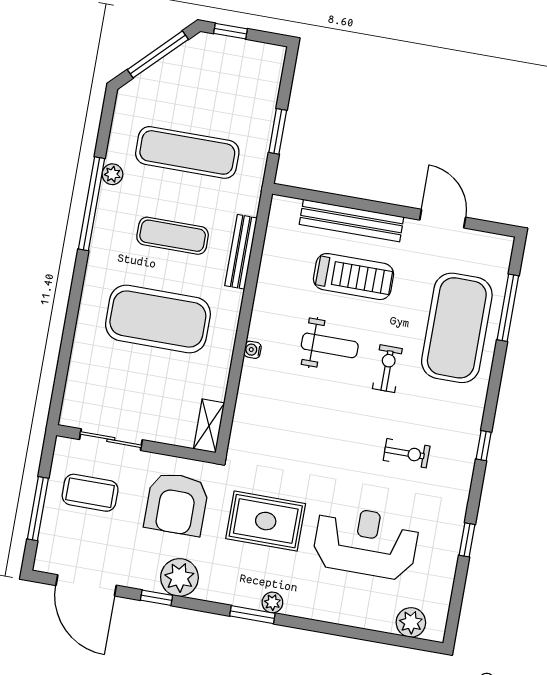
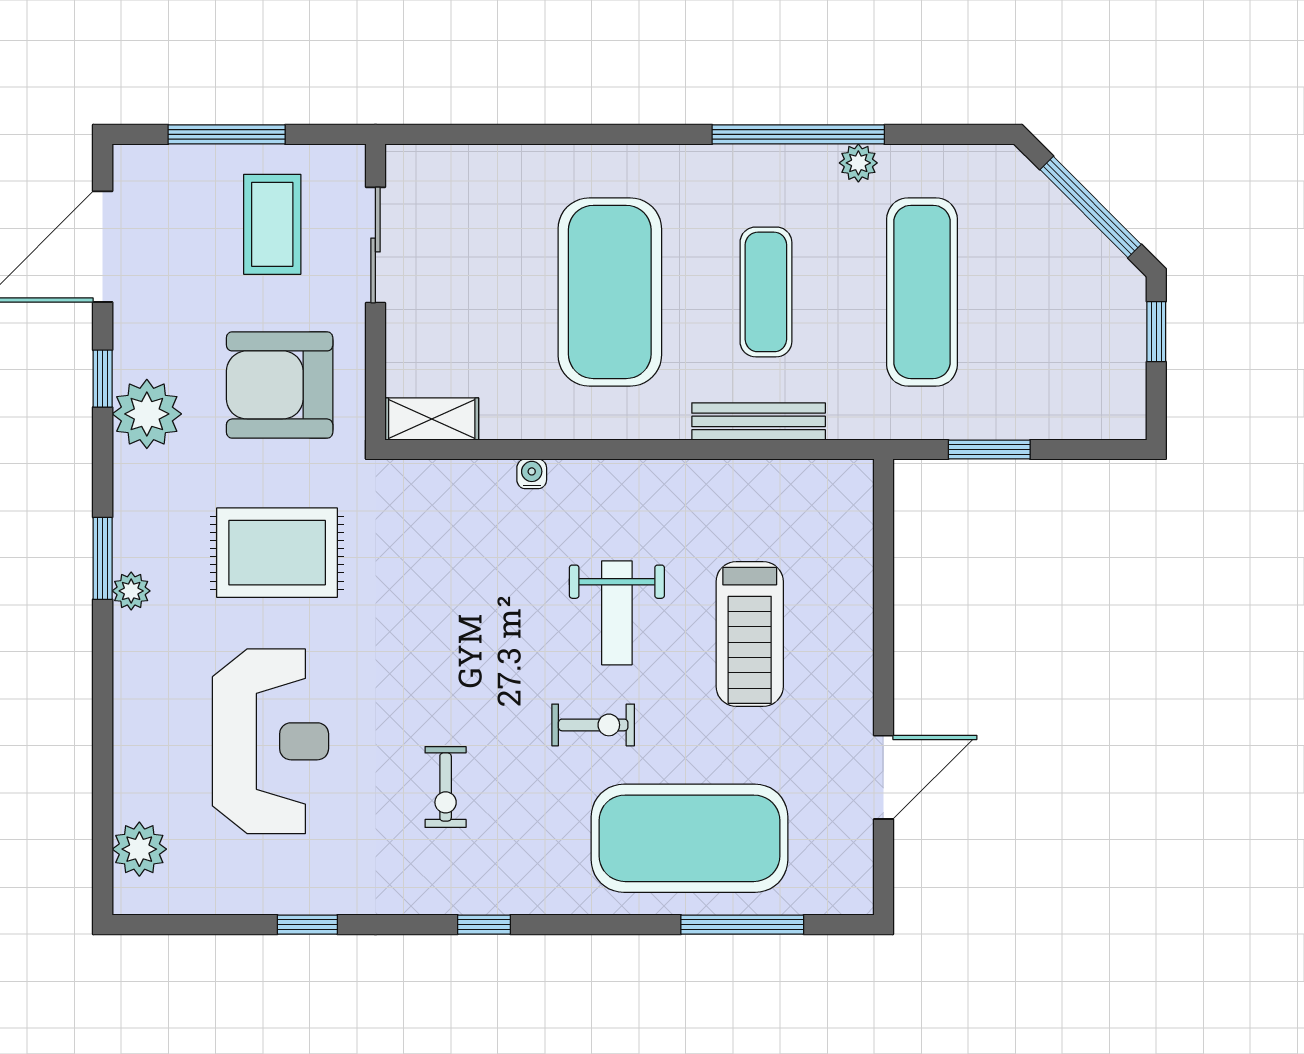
bench: (352, 221) -> (851, 612), removed
water cooler: (253, 350) -> (532, 474), moved
rug: (266, 521) -> (277, 553), turned 90

